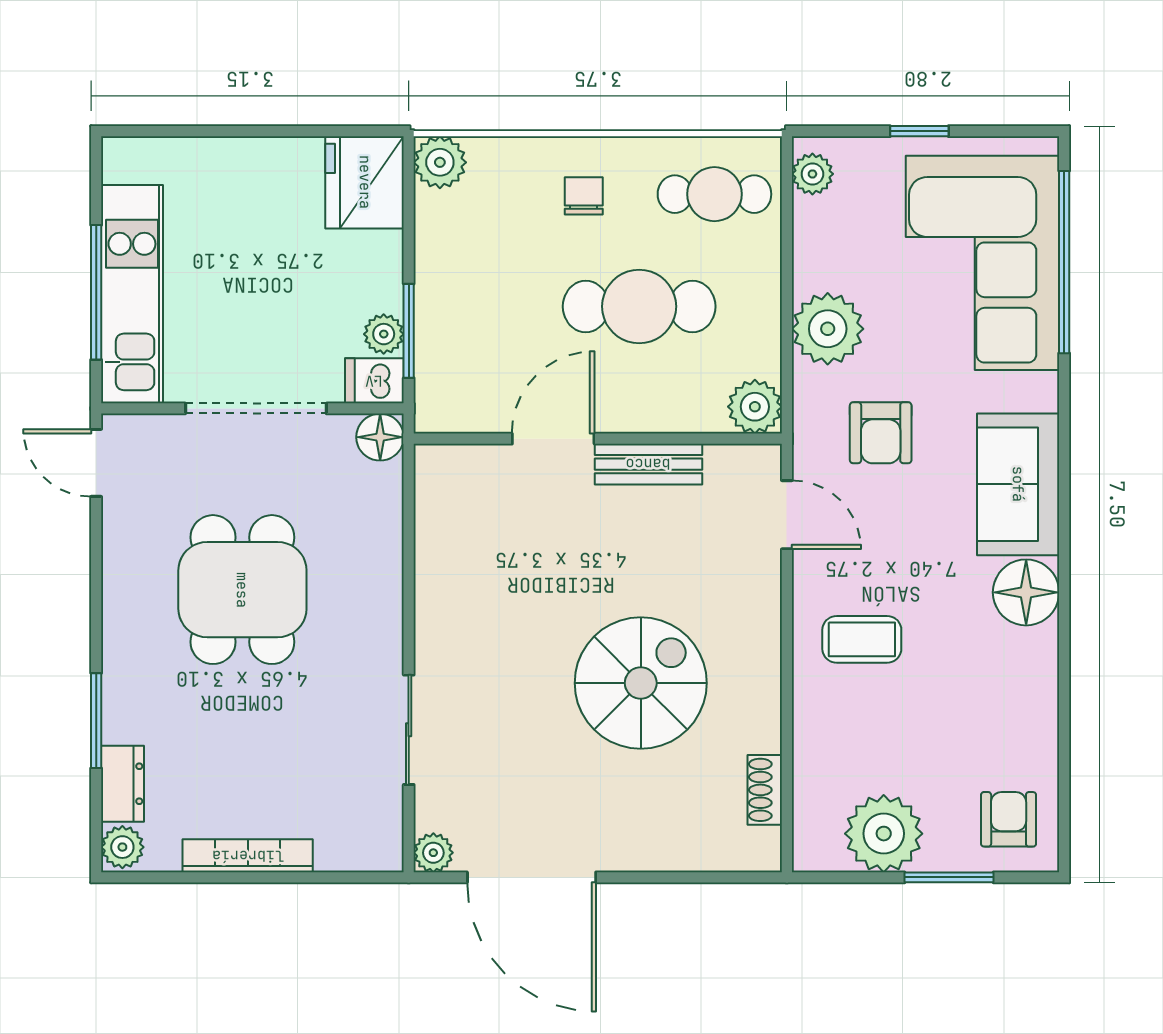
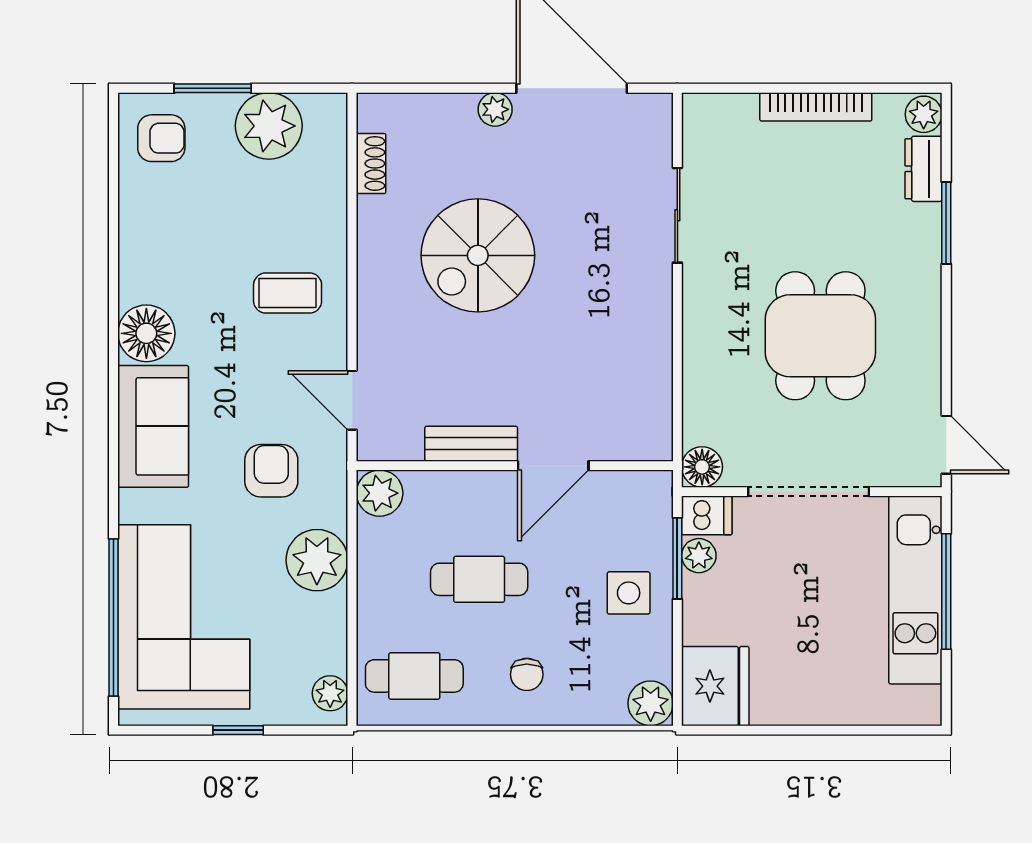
side table: (465, 291) -> (629, 593), added
cafe table: (639, 306) -> (479, 579), width x0.73, depth x0.74
armchair: (1009, 819) -> (161, 138), turned -90
plant: (433, 853) -> (495, 109), moved

